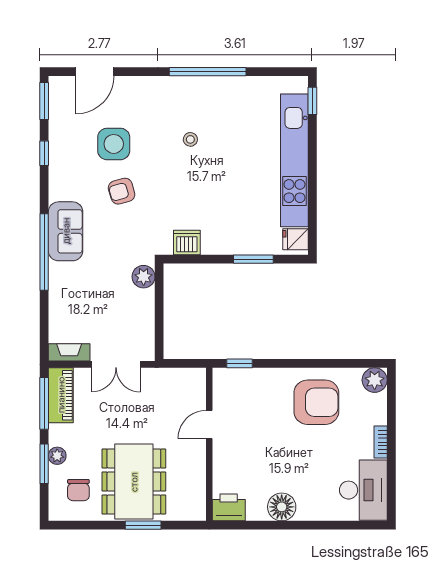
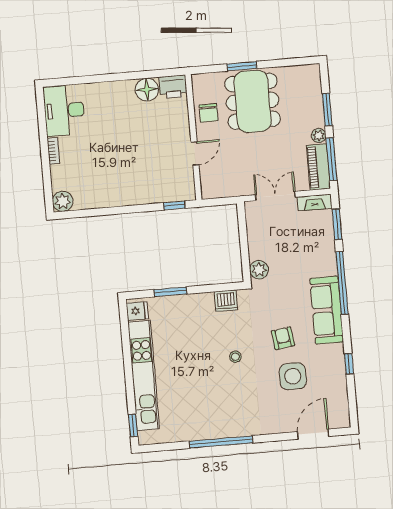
window: (44, 101) -> (337, 224), moved
stool: (190, 139) -> (235, 357), moved
armchair: (122, 191) -> (283, 338), turned -82
sofa: (66, 231) -> (327, 310), width x1.36
armchair: (316, 402) -> (109, 179), removed
plant: (57, 456) -> (319, 135), moved
chair: (78, 490) -> (209, 113), moved, turned 180
floor lamp: (282, 507) -> (147, 89), moved

